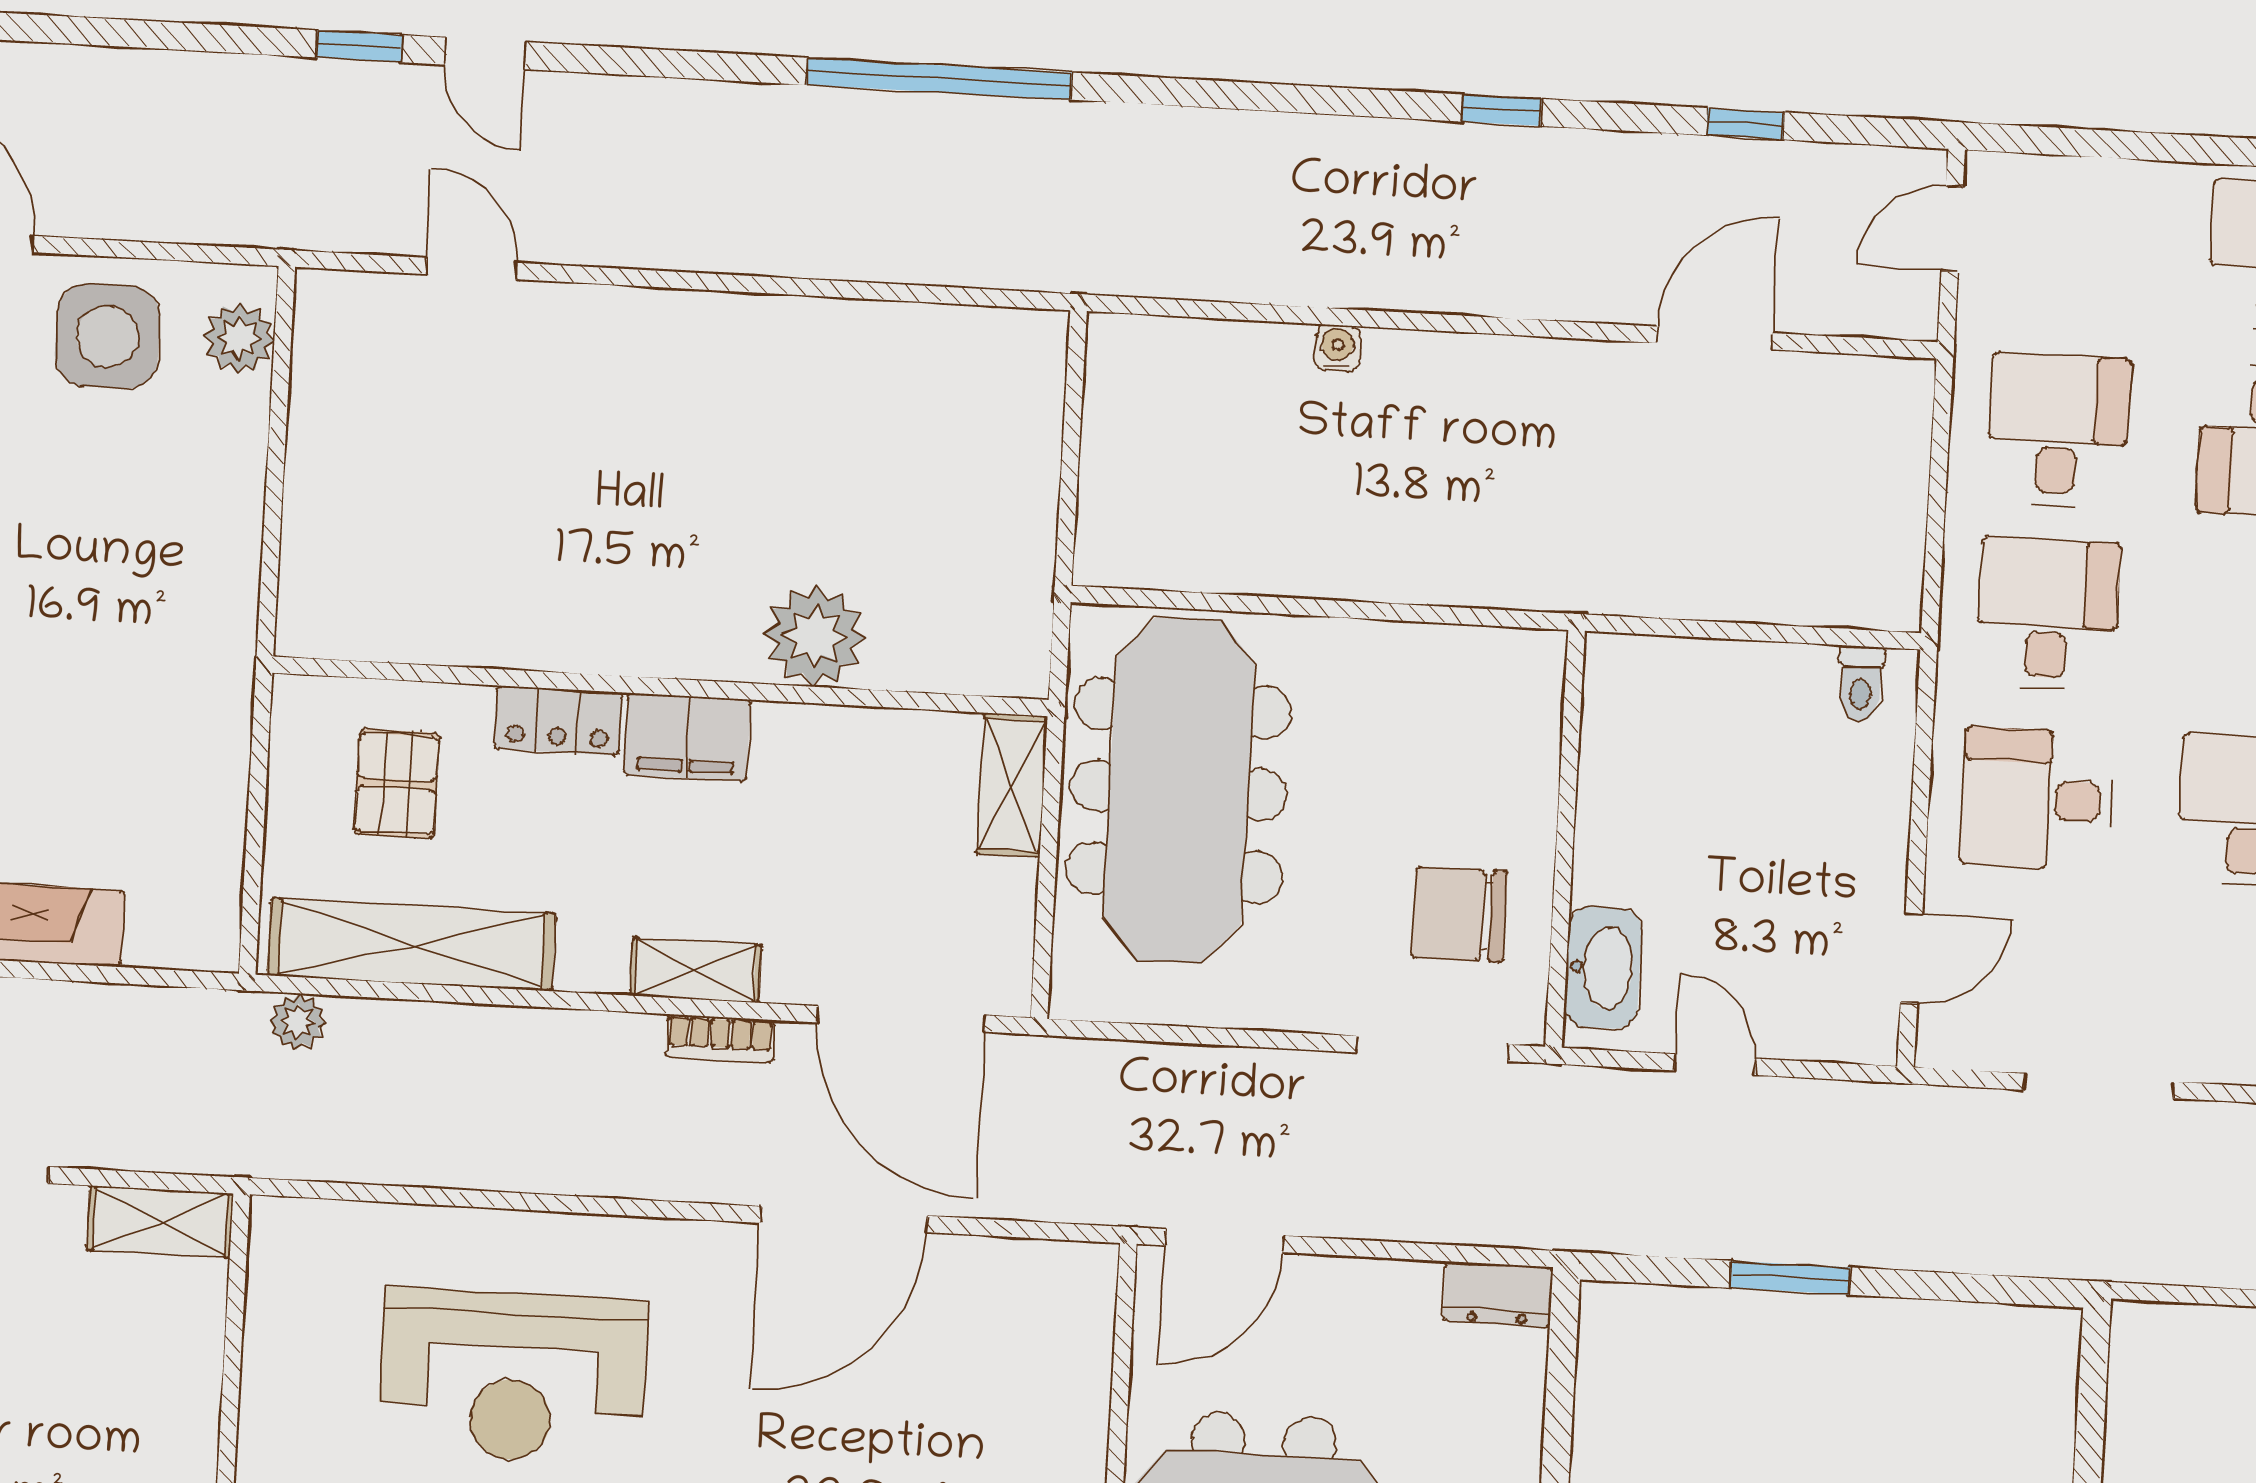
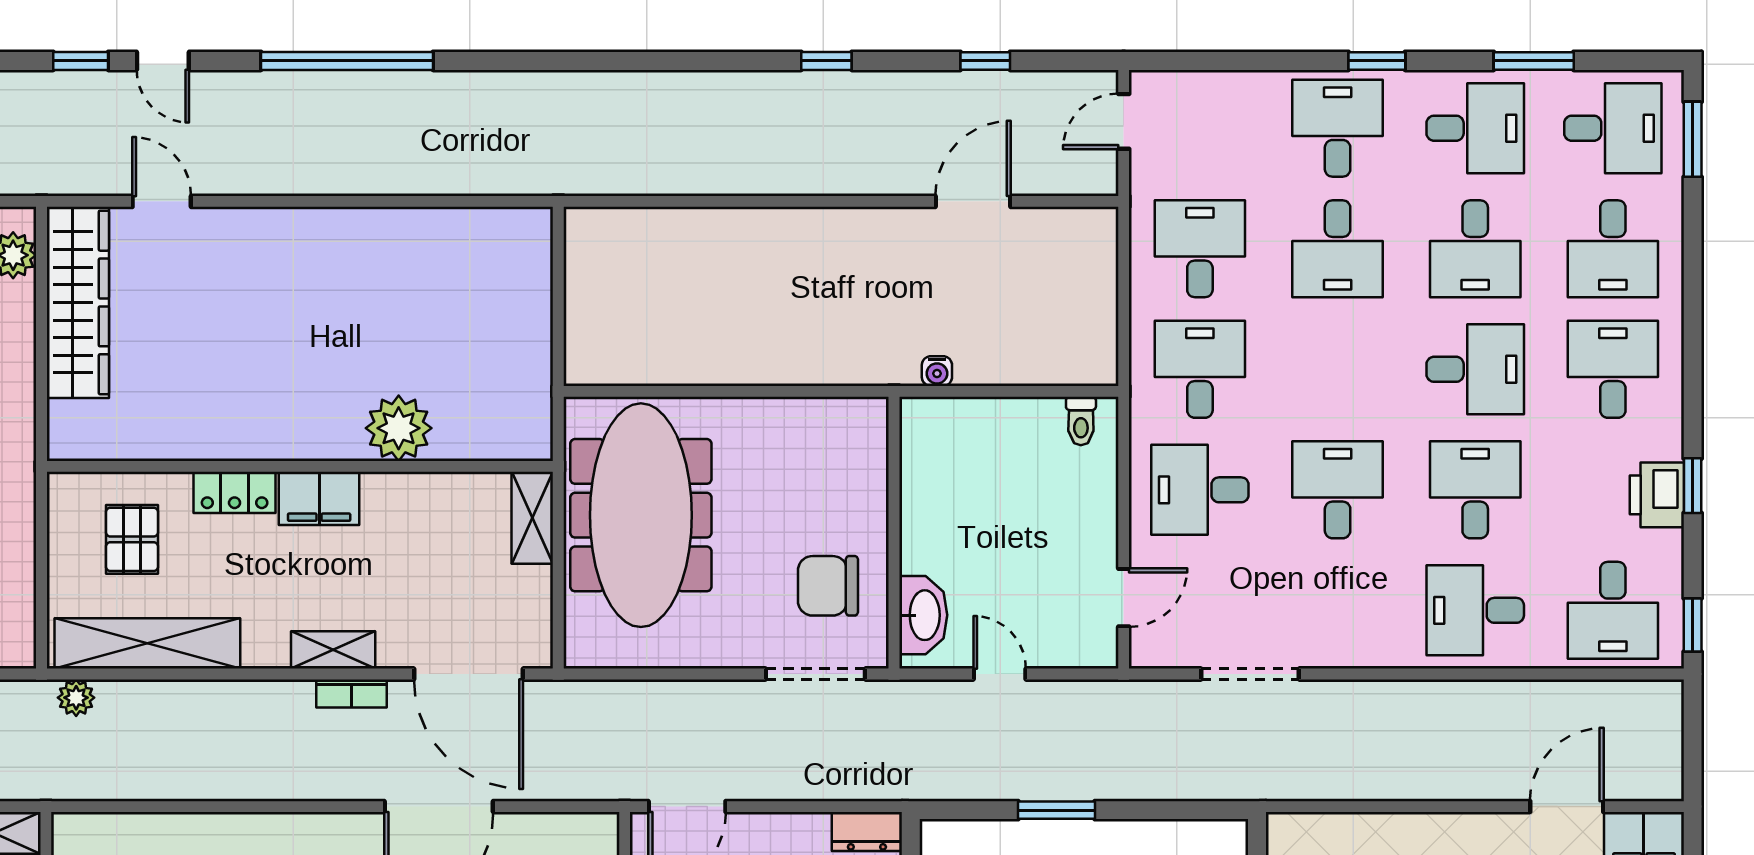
window: (939, 79) -> (347, 61), moved
water cooler: (1337, 348) -> (937, 371), moved, turned 180
wardrobe: (334, 416) -> (78, 302), added

